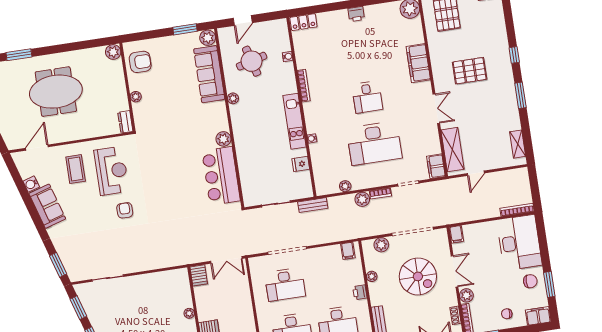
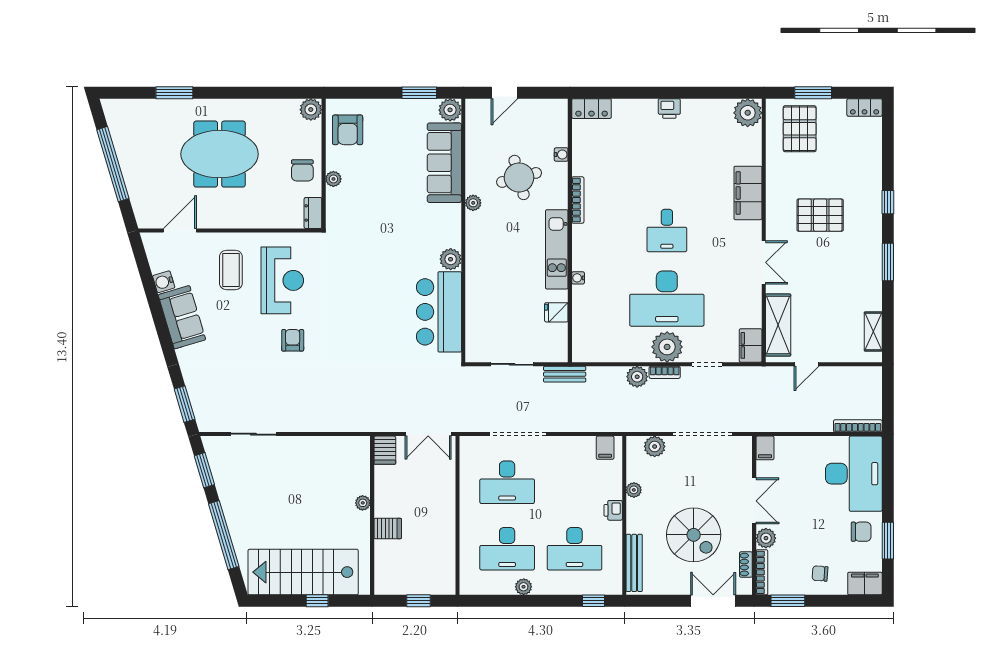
round table: (252, 61) -> (519, 177), moved
armchair: (140, 62) -> (348, 130), turned 90
chair: (114, 94) -> (302, 170), added
plant: (345, 186) -> (667, 347), moved, width x1.88, depth x1.88
spiral stairs: (418, 276) -> (694, 535), moved

